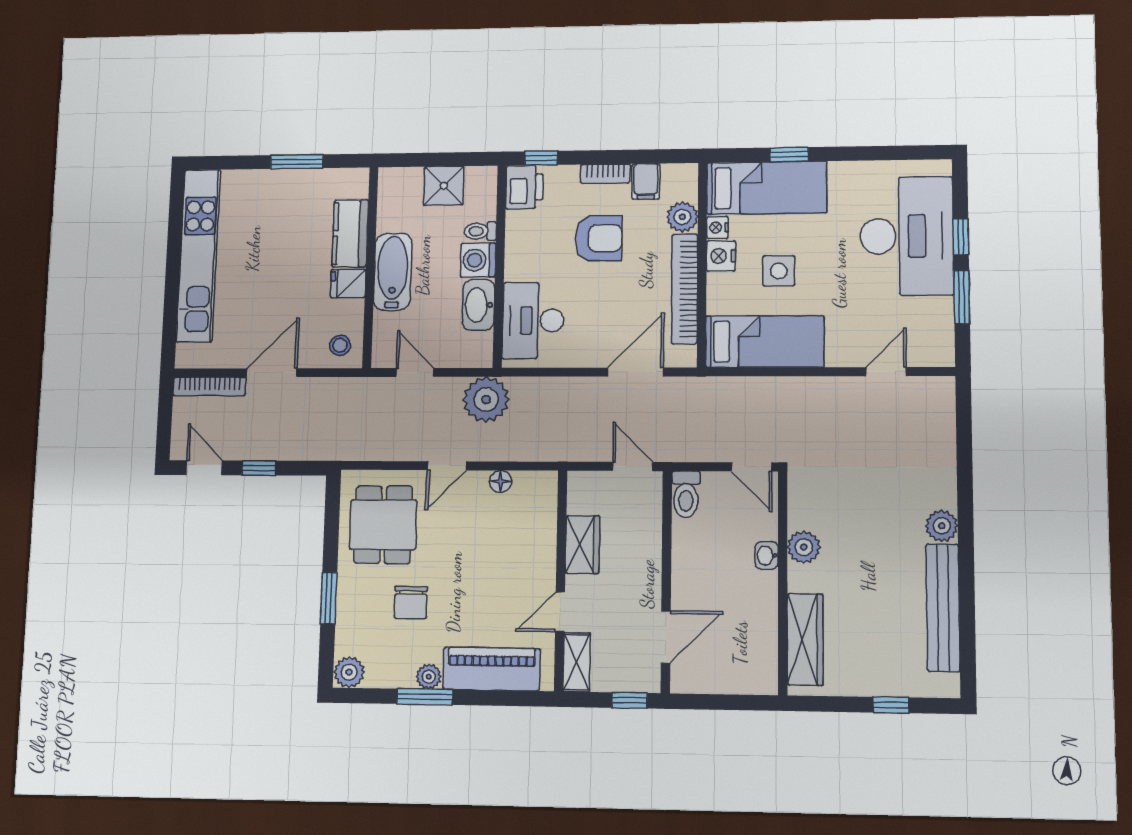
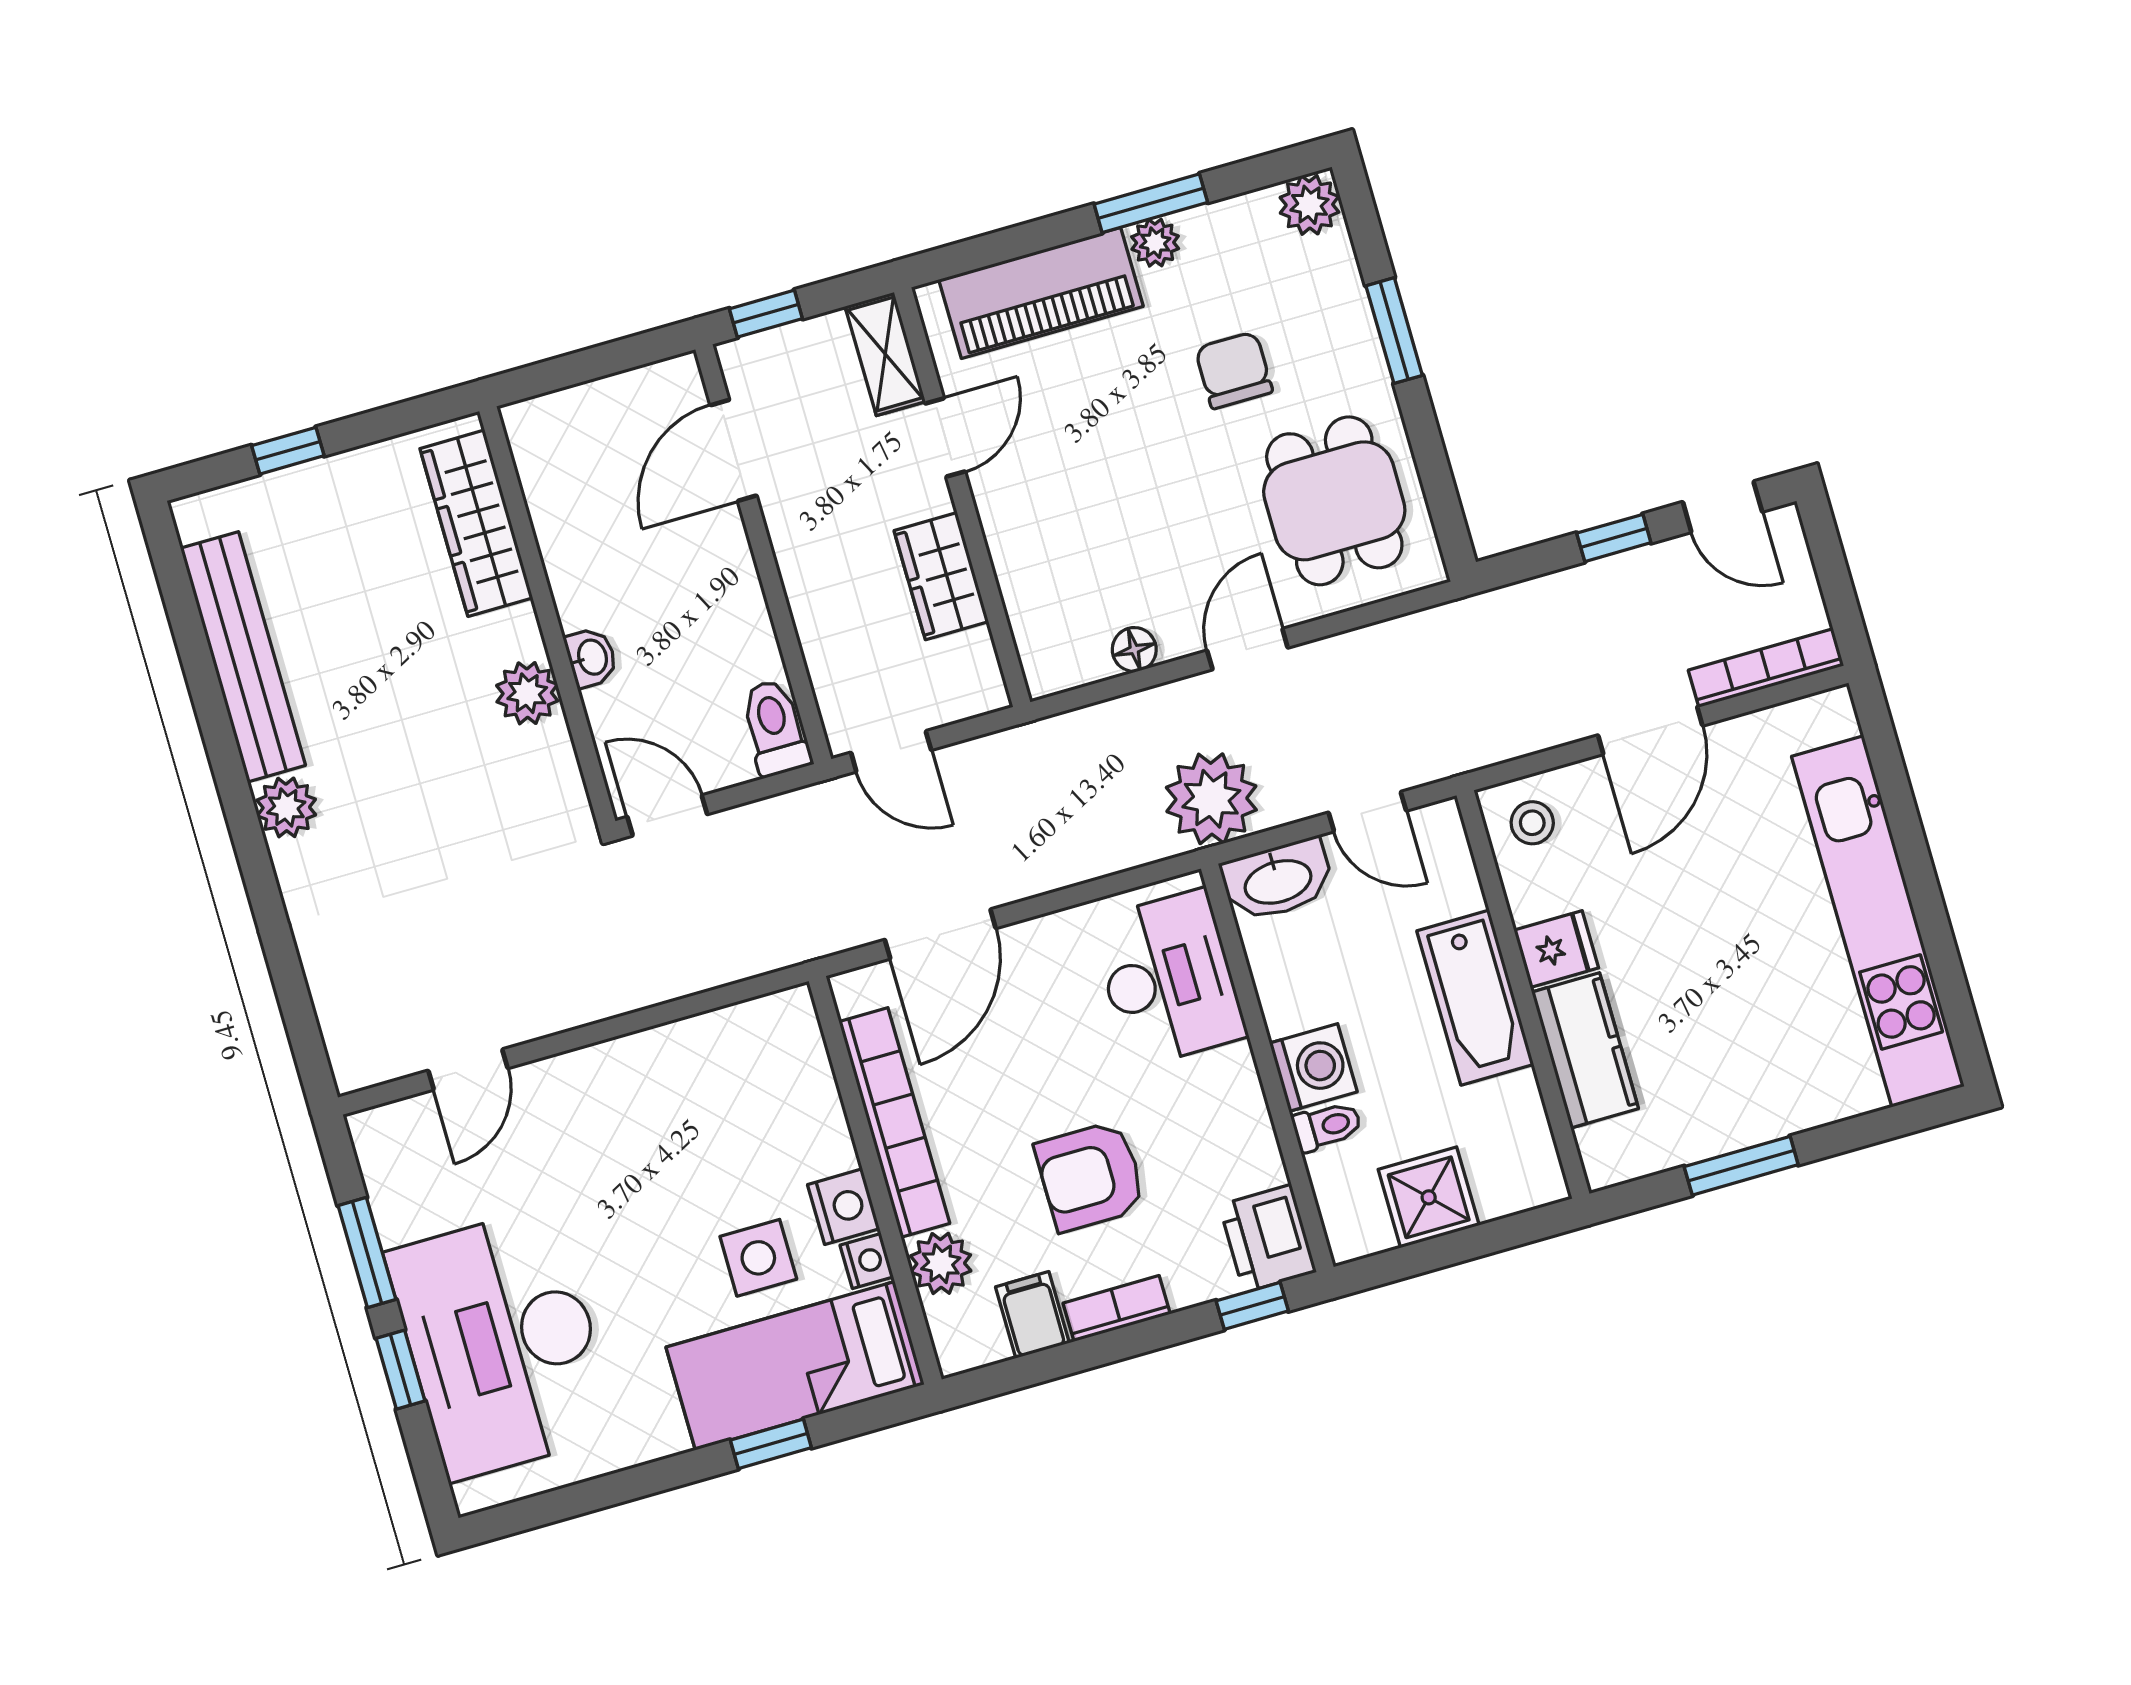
side table: (779, 271) -> (758, 1258), moved
washbasin: (478, 305) -> (1277, 880), moved, turned 90
bed: (765, 341) -> (712, 1063), removed

